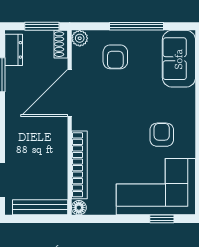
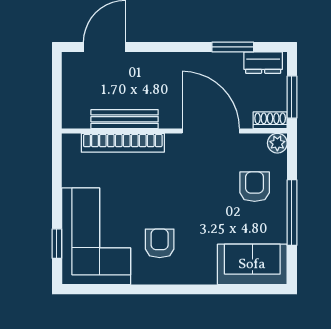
armchair: (115, 57) -> (255, 187), turned 90
armchair: (162, 135) -> (160, 243), turned -90
bench: (40, 207) -> (125, 119), moved, turned 90
floor lamp: (79, 208) -> (70, 142), removed

